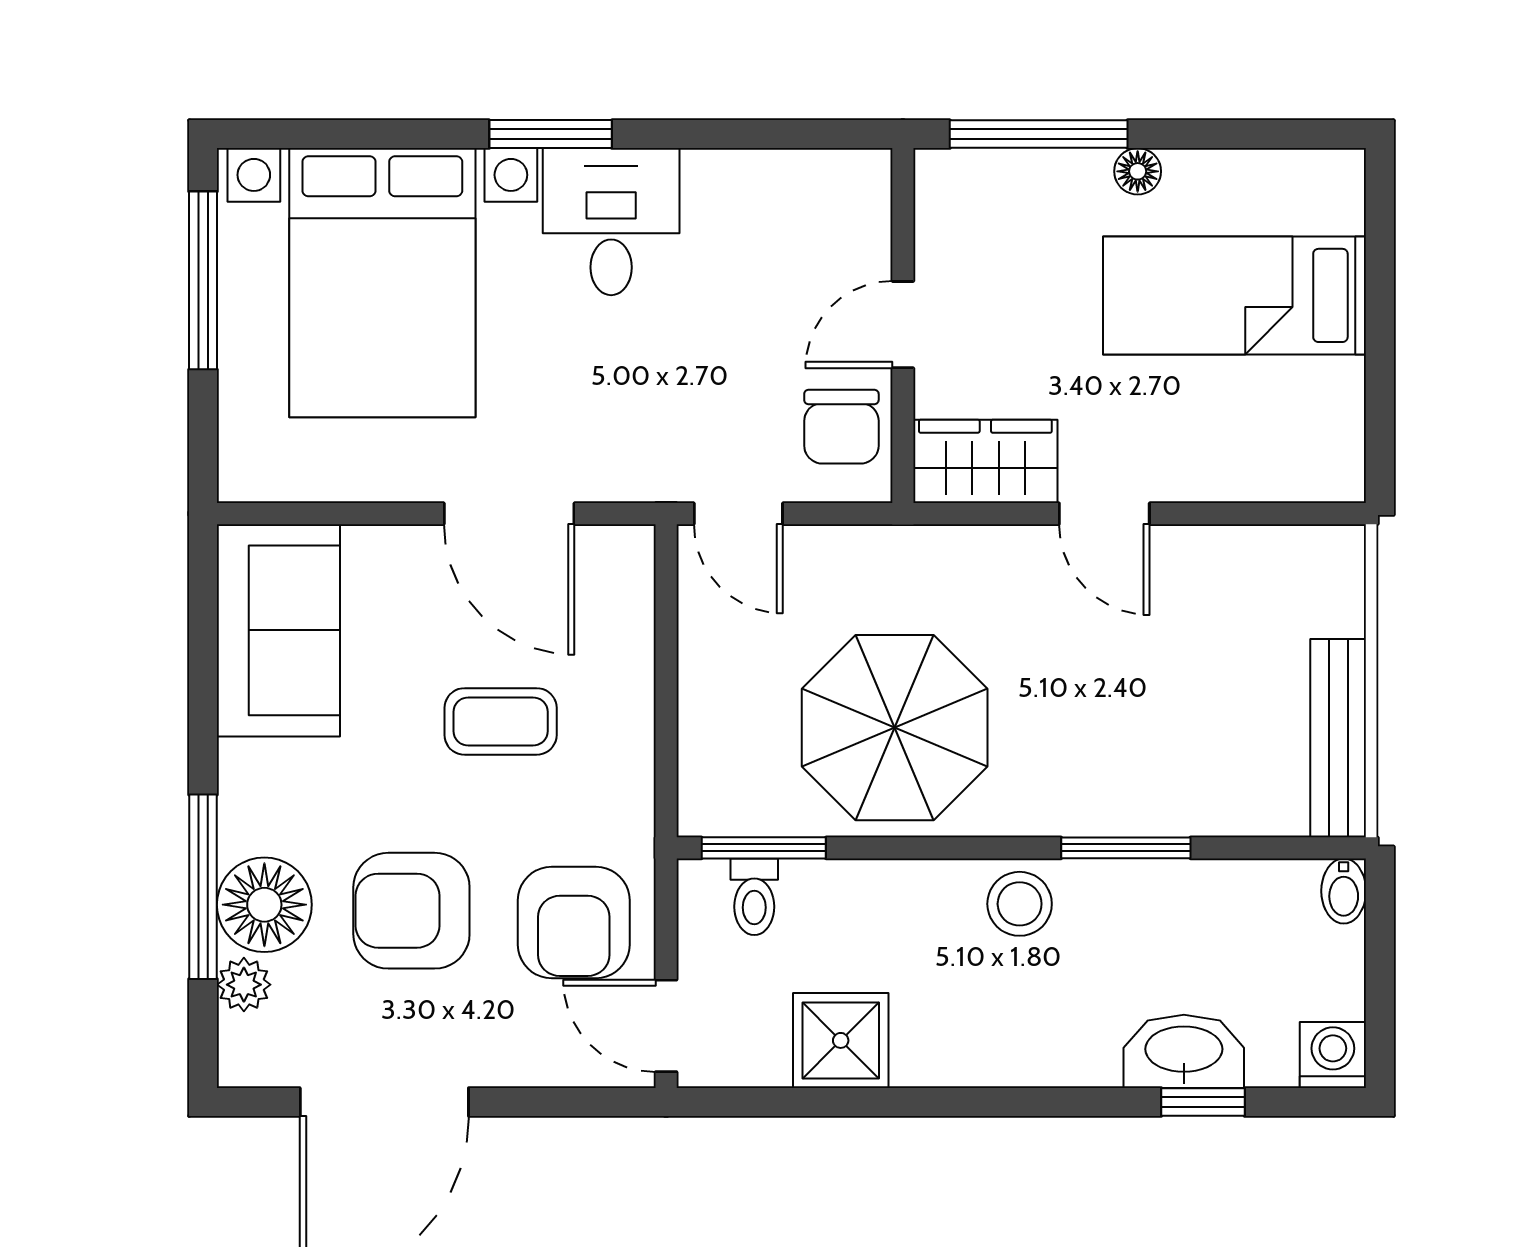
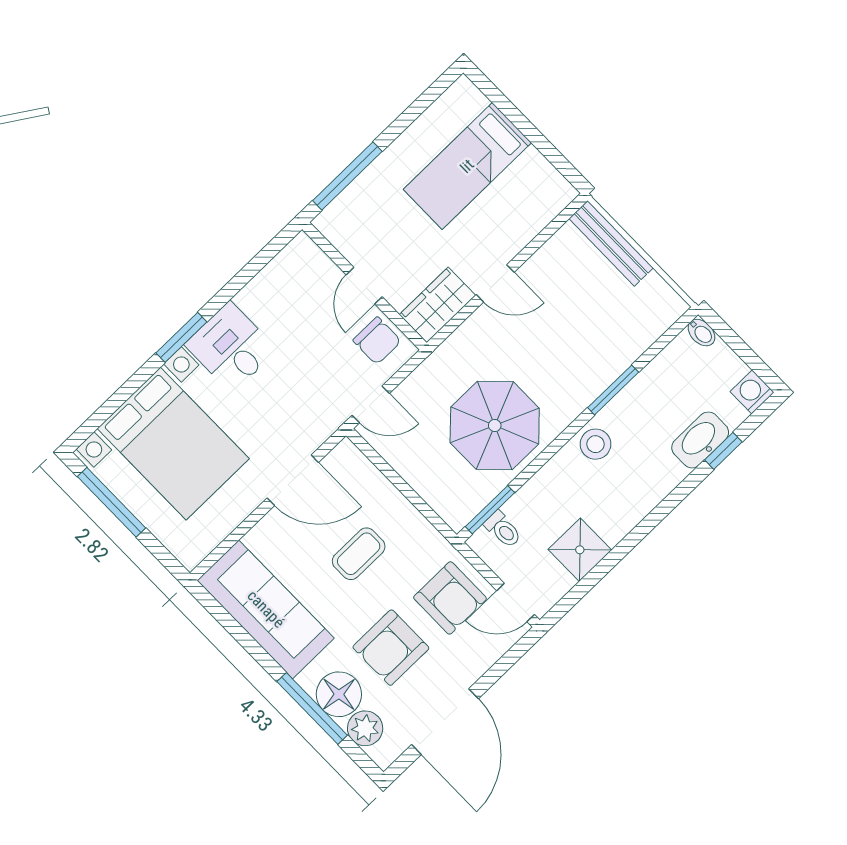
floor lamp: (1138, 171) -> (393, 156), removed
sofa: (278, 630) -> (266, 609), width x1.36
bench: (1338, 738) -> (611, 243), moved
plant: (244, 985) -> (365, 728), width x1.38, depth x1.38

